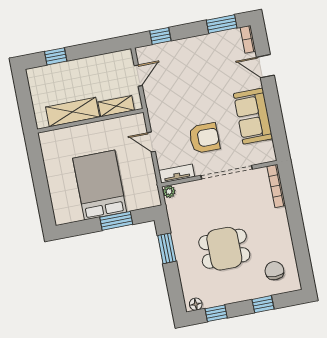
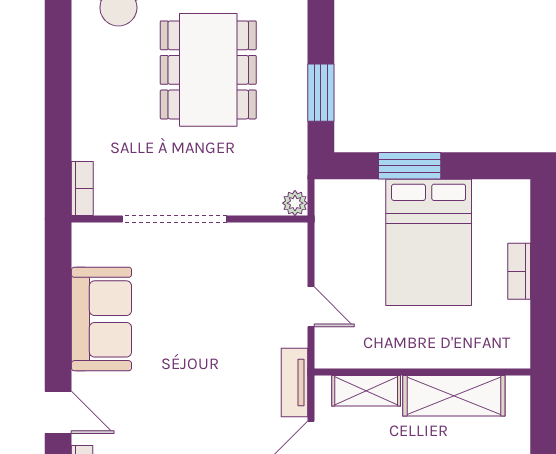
armchair: (204, 138) -> (205, 295), removed
tv unit: (177, 174) -> (295, 383), moved, turned 90
bookcase: (52, 179) -> (519, 271), added
bookcase: (276, 186) -> (82, 188), width x0.64
dining table: (224, 249) -> (208, 70), width x1.38

